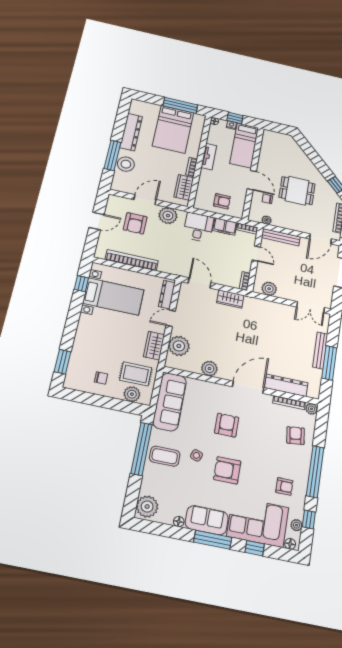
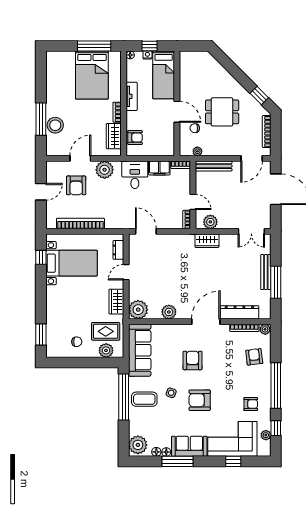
dresser: (131, 132) -> (53, 89), removed
armchair: (222, 201) -> (135, 138), moved
door: (256, 254) -> (193, 202), moved
dresser: (167, 295) -> (118, 250), width x0.70
wardrobe: (230, 299) -> (207, 241), moved
plant: (179, 346) -> (138, 310), moved
window: (213, 540) -> (177, 461), moved
floor lamp: (290, 544) -> (156, 452), moved

